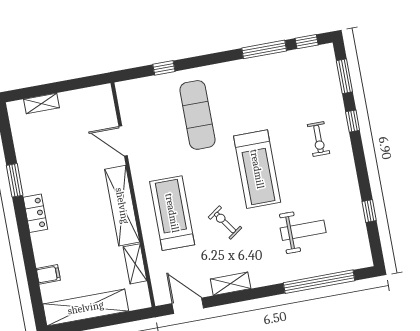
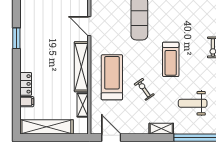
treadmill: (257, 169) -> (171, 59), width x0.73, depth x0.73
locker: (35, 213) -> (26, 84), moved
weight bench: (303, 230) -> (193, 103), turned 180
shelving: (231, 284) -> (161, 129), moved

